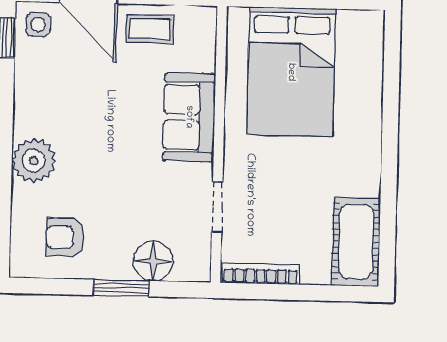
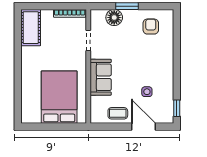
side table: (38, 24) -> (147, 92), moved
plant: (34, 161) -> (164, 58), removed
armchair: (65, 237) -> (151, 27), turned -90

